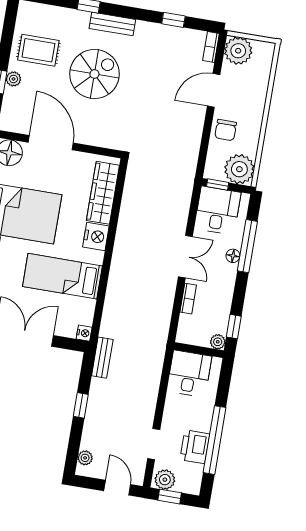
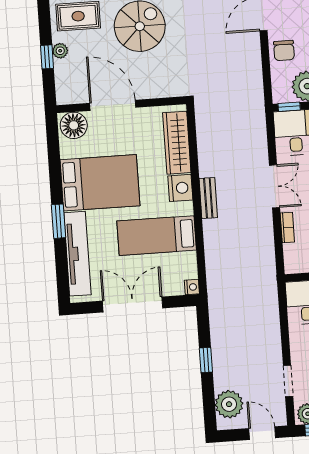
bench: (102, 358) -> (208, 198), moved
plant: (85, 458) -> (229, 404), width x1.87, depth x1.87

